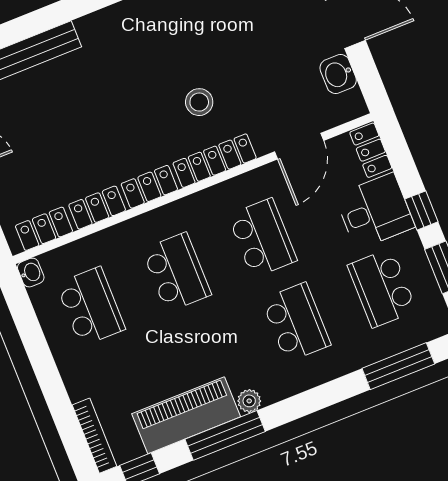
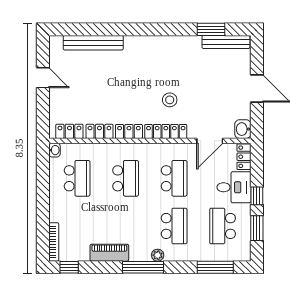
washbasin: (338, 74) -> (243, 129), moved
plant: (249, 401) -> (158, 255), moved
piano: (186, 415) -> (109, 253), width x0.73, depth x0.75
window: (225, 435) -> (143, 267), moved

